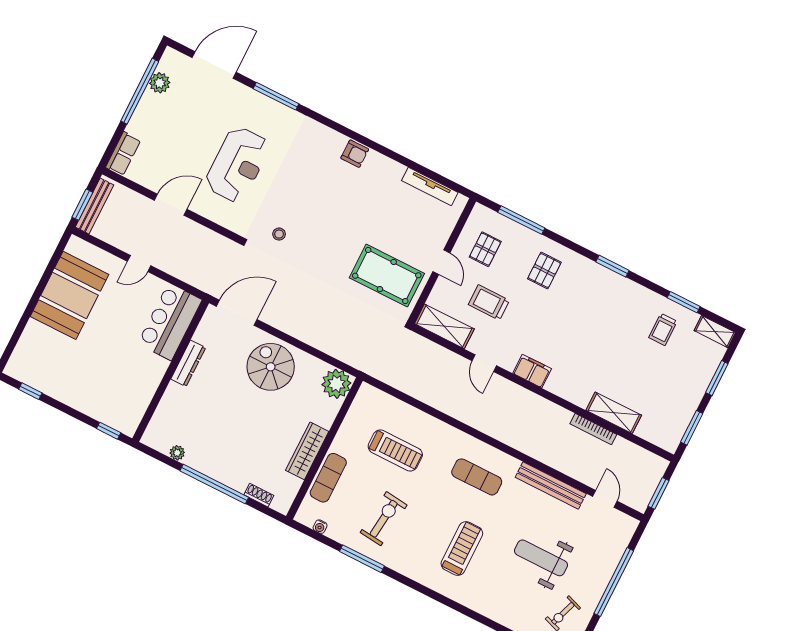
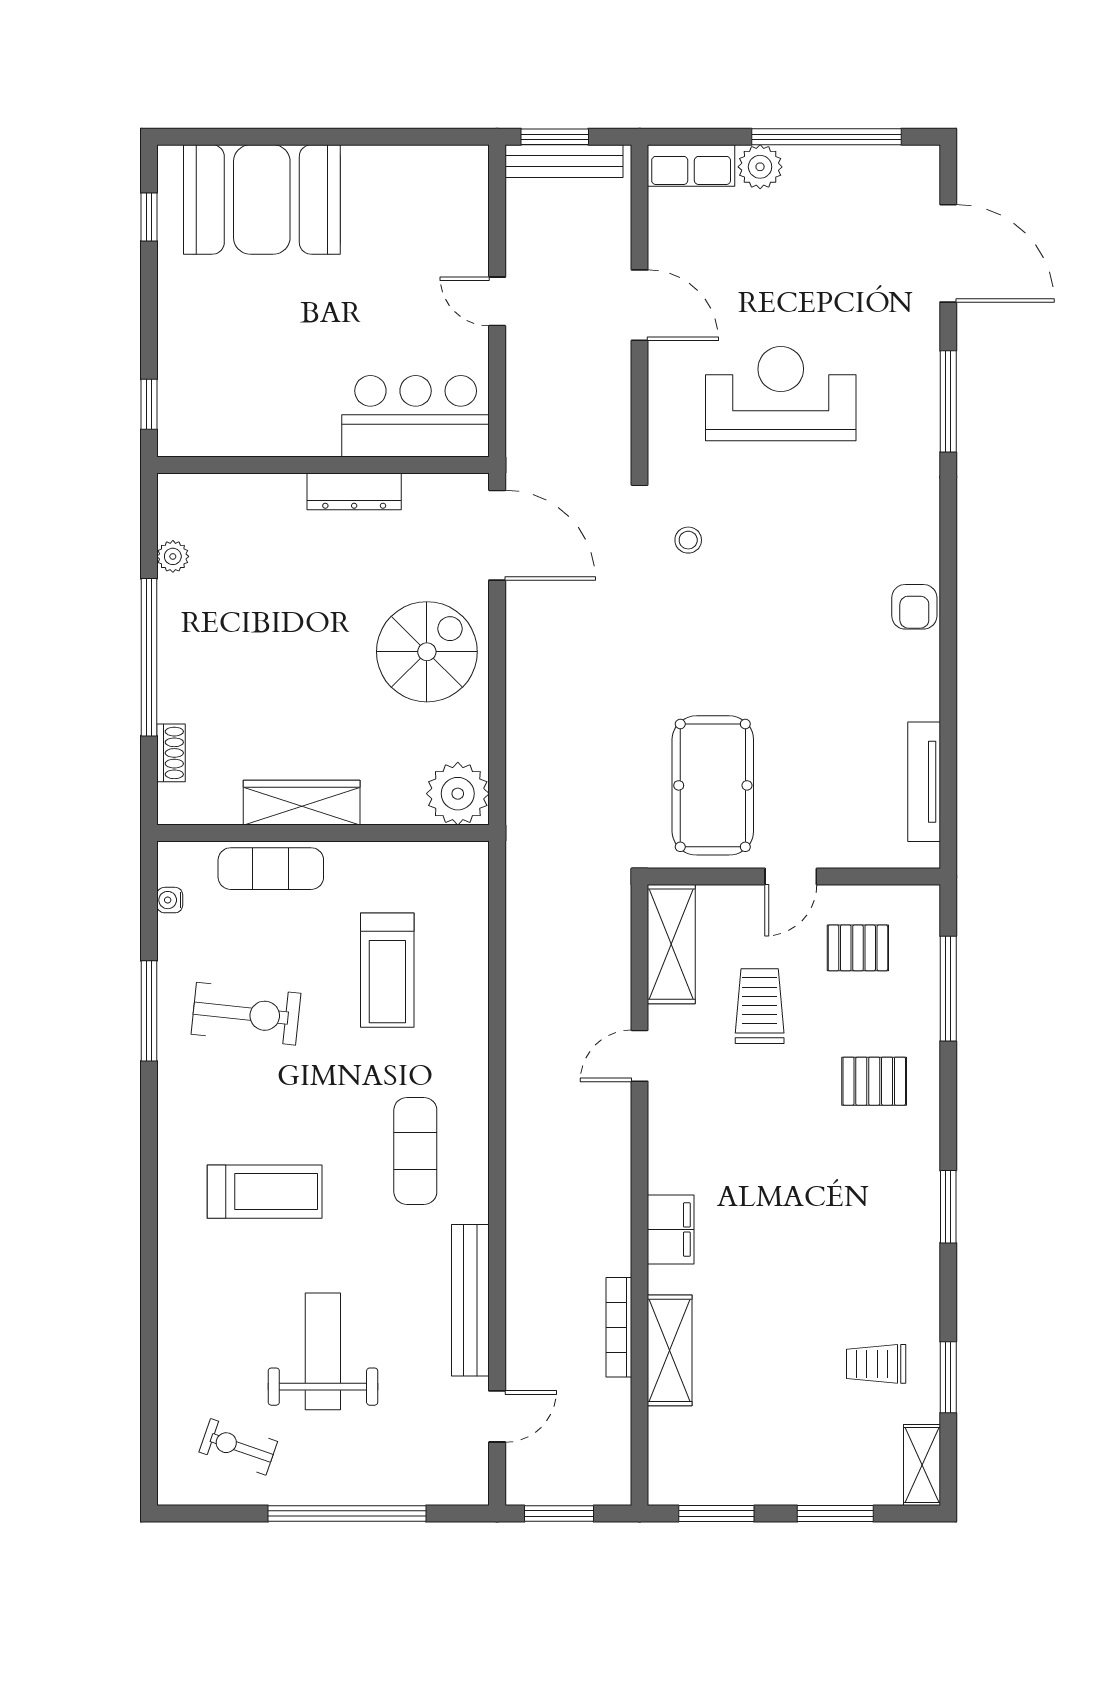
plant: (160, 83) -> (760, 167), moved
reception desk: (237, 164) -> (781, 394), turned 180
booth: (69, 295) -> (262, 199), moved
filing cabinet: (532, 371) -> (671, 1230), moved

